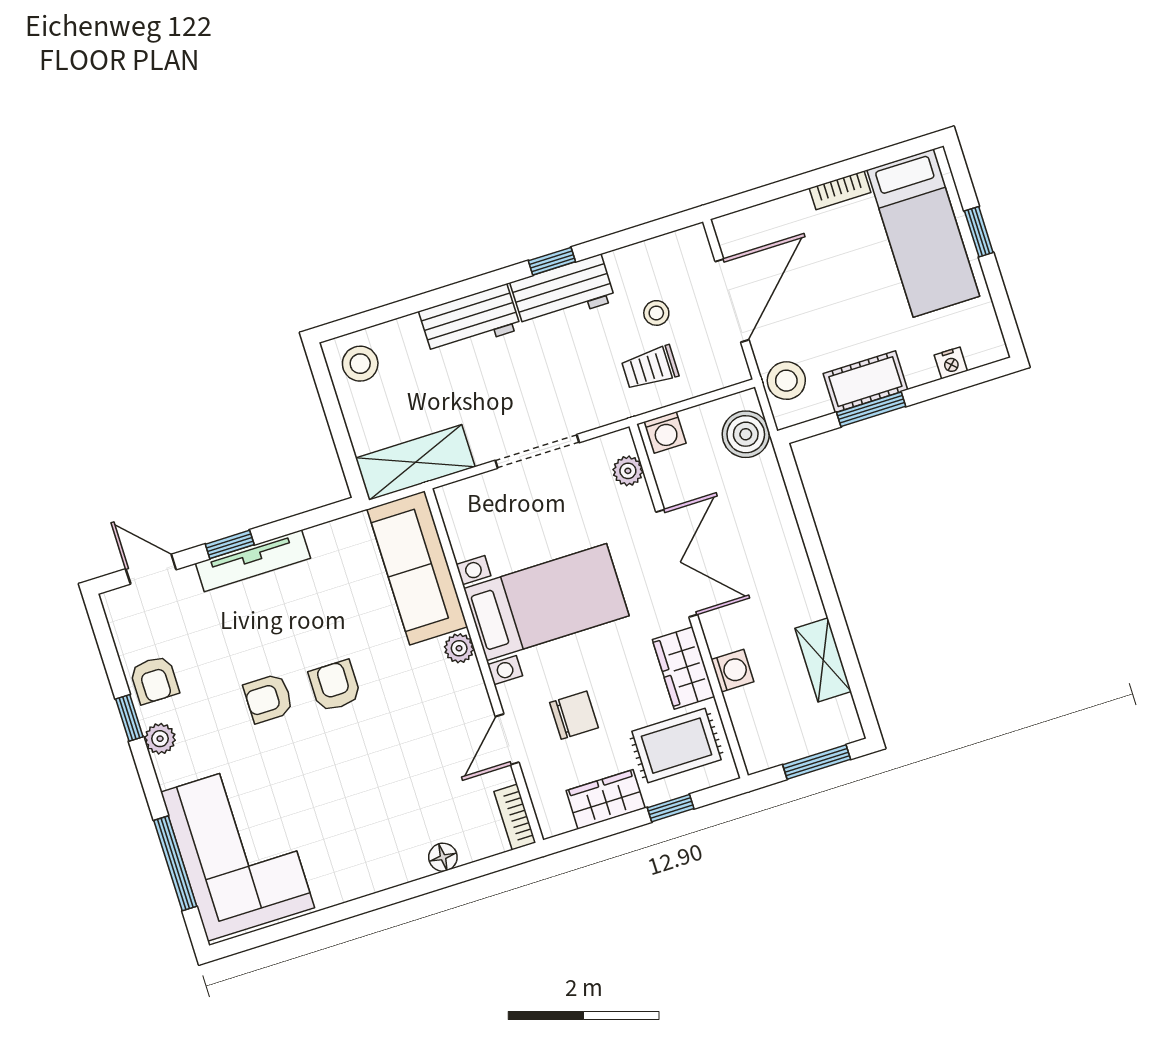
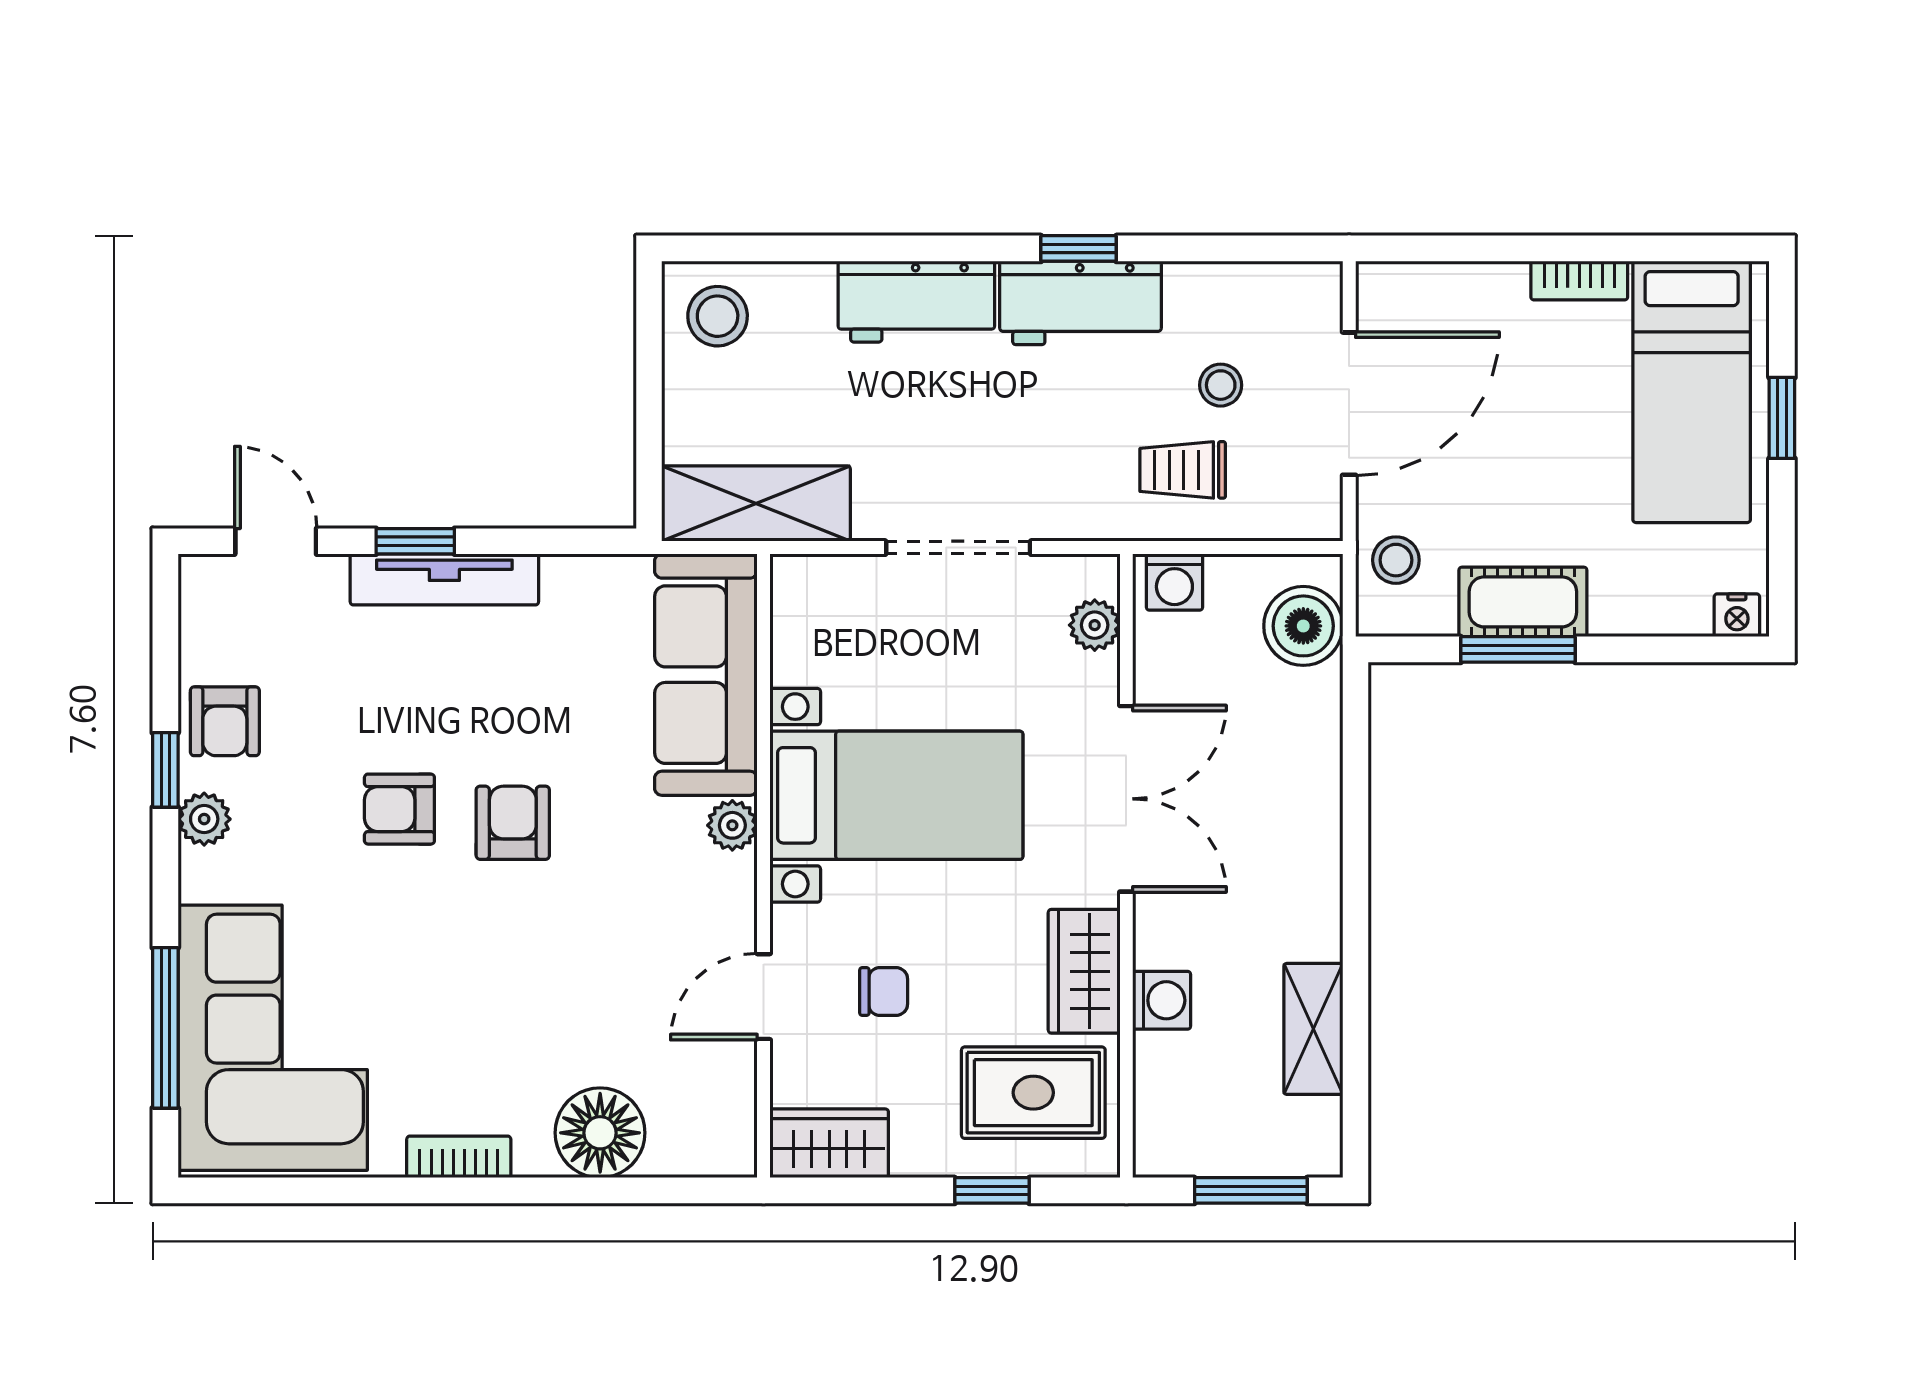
nightstand: (951, 363) -> (1737, 615), moved
stool: (786, 381) -> (1396, 560), width x0.73, depth x0.73
chair: (574, 715) -> (884, 992), width x0.73, depth x0.73
wardrobe: (606, 799) -> (829, 1143), moved
bookcase: (515, 817) -> (459, 1157), moved, turned 90
floor lamp: (443, 857) -> (600, 1133), width x1.89, depth x1.89

